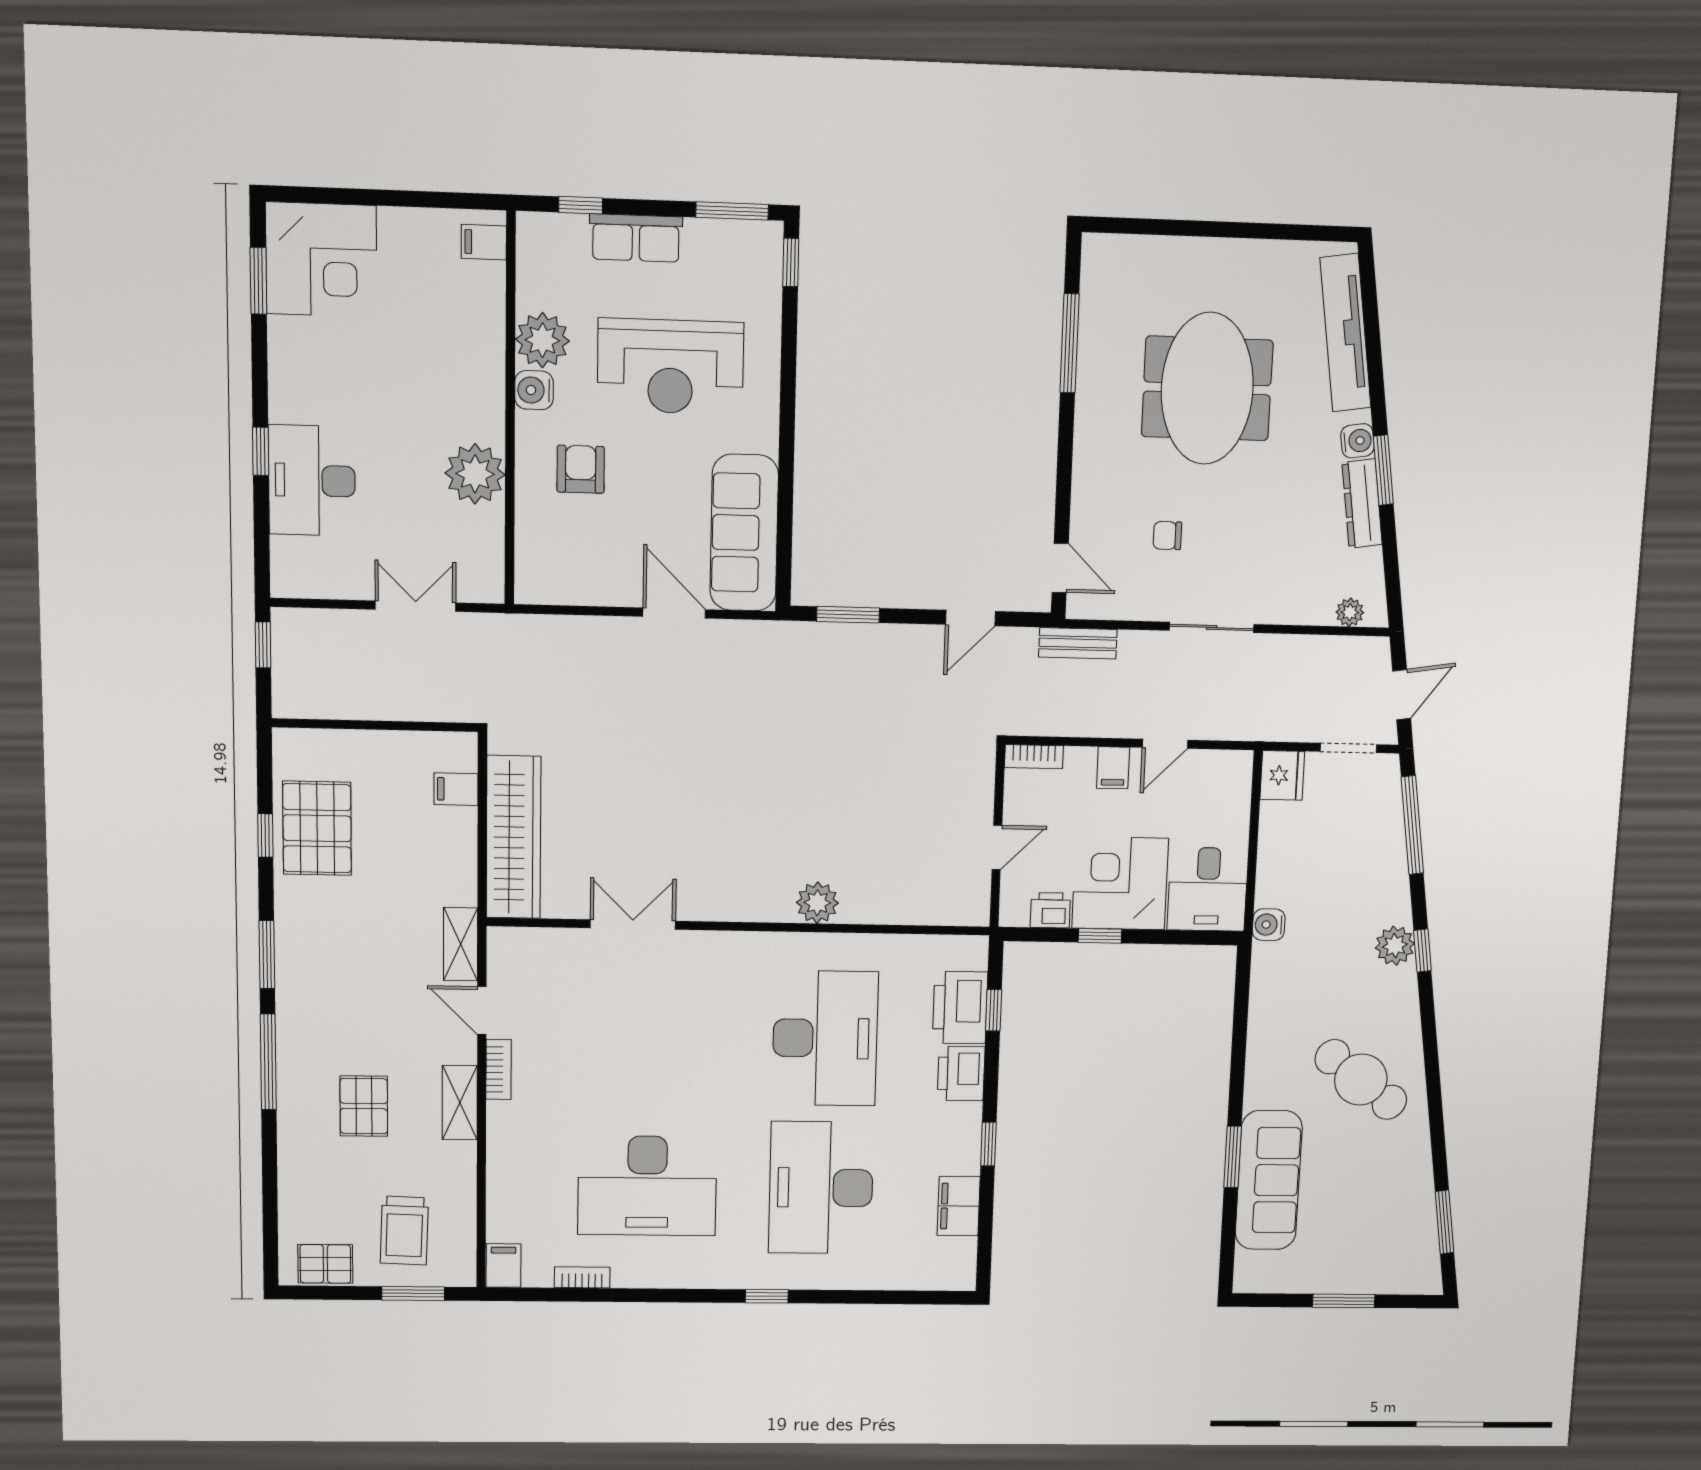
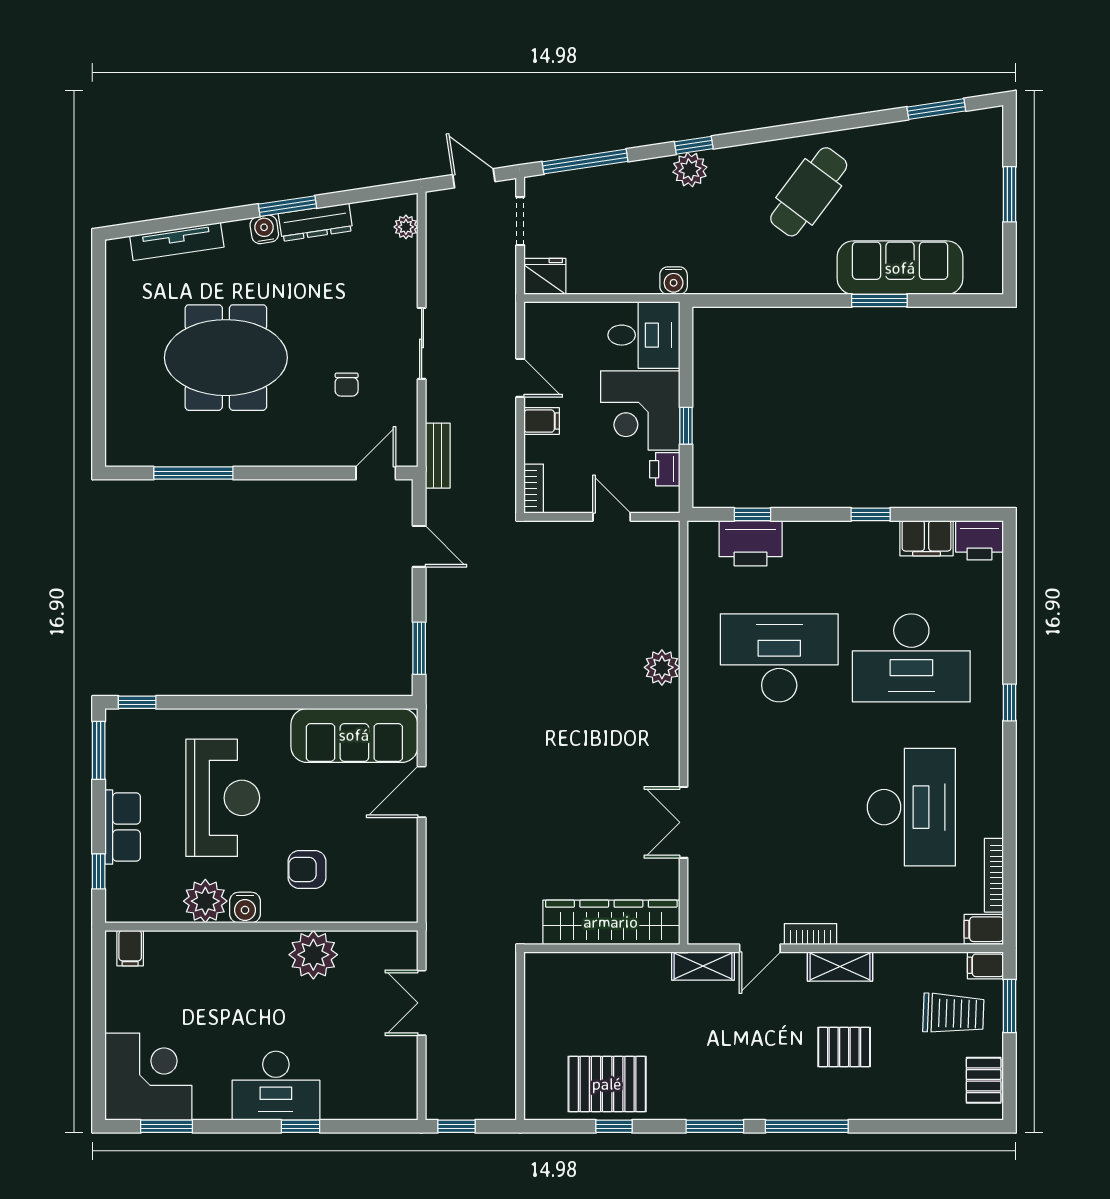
tv unit: (1345, 333) -> (177, 242), width x0.73, depth x0.78
desk: (312, 480) -> (276, 1086), moved
filing cabinet: (456, 789) -> (985, 965), moved, turned 90
printer: (961, 1074) -> (979, 540), moved
bookcase: (582, 1277) -> (994, 875), width x1.56

